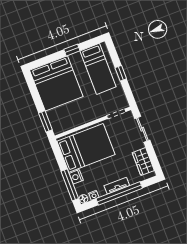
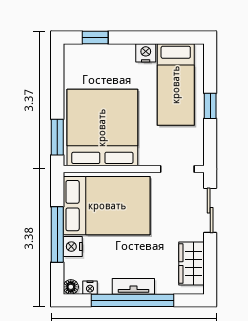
window: (72, 50) -> (95, 38), moved
nightstand: (75, 58) -> (146, 53), added
bed: (56, 83) -> (102, 128), moved, turned 180
window: (70, 185) -> (57, 234), moved

